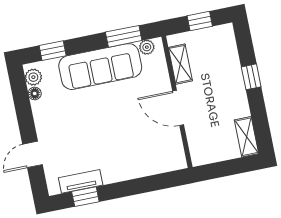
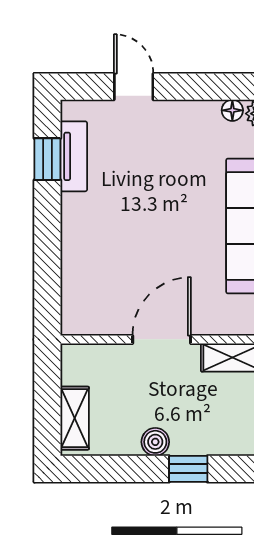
boiler: (239, 100) -> (155, 442), added
shelving: (247, 137) -> (75, 418), moved, turned 90

